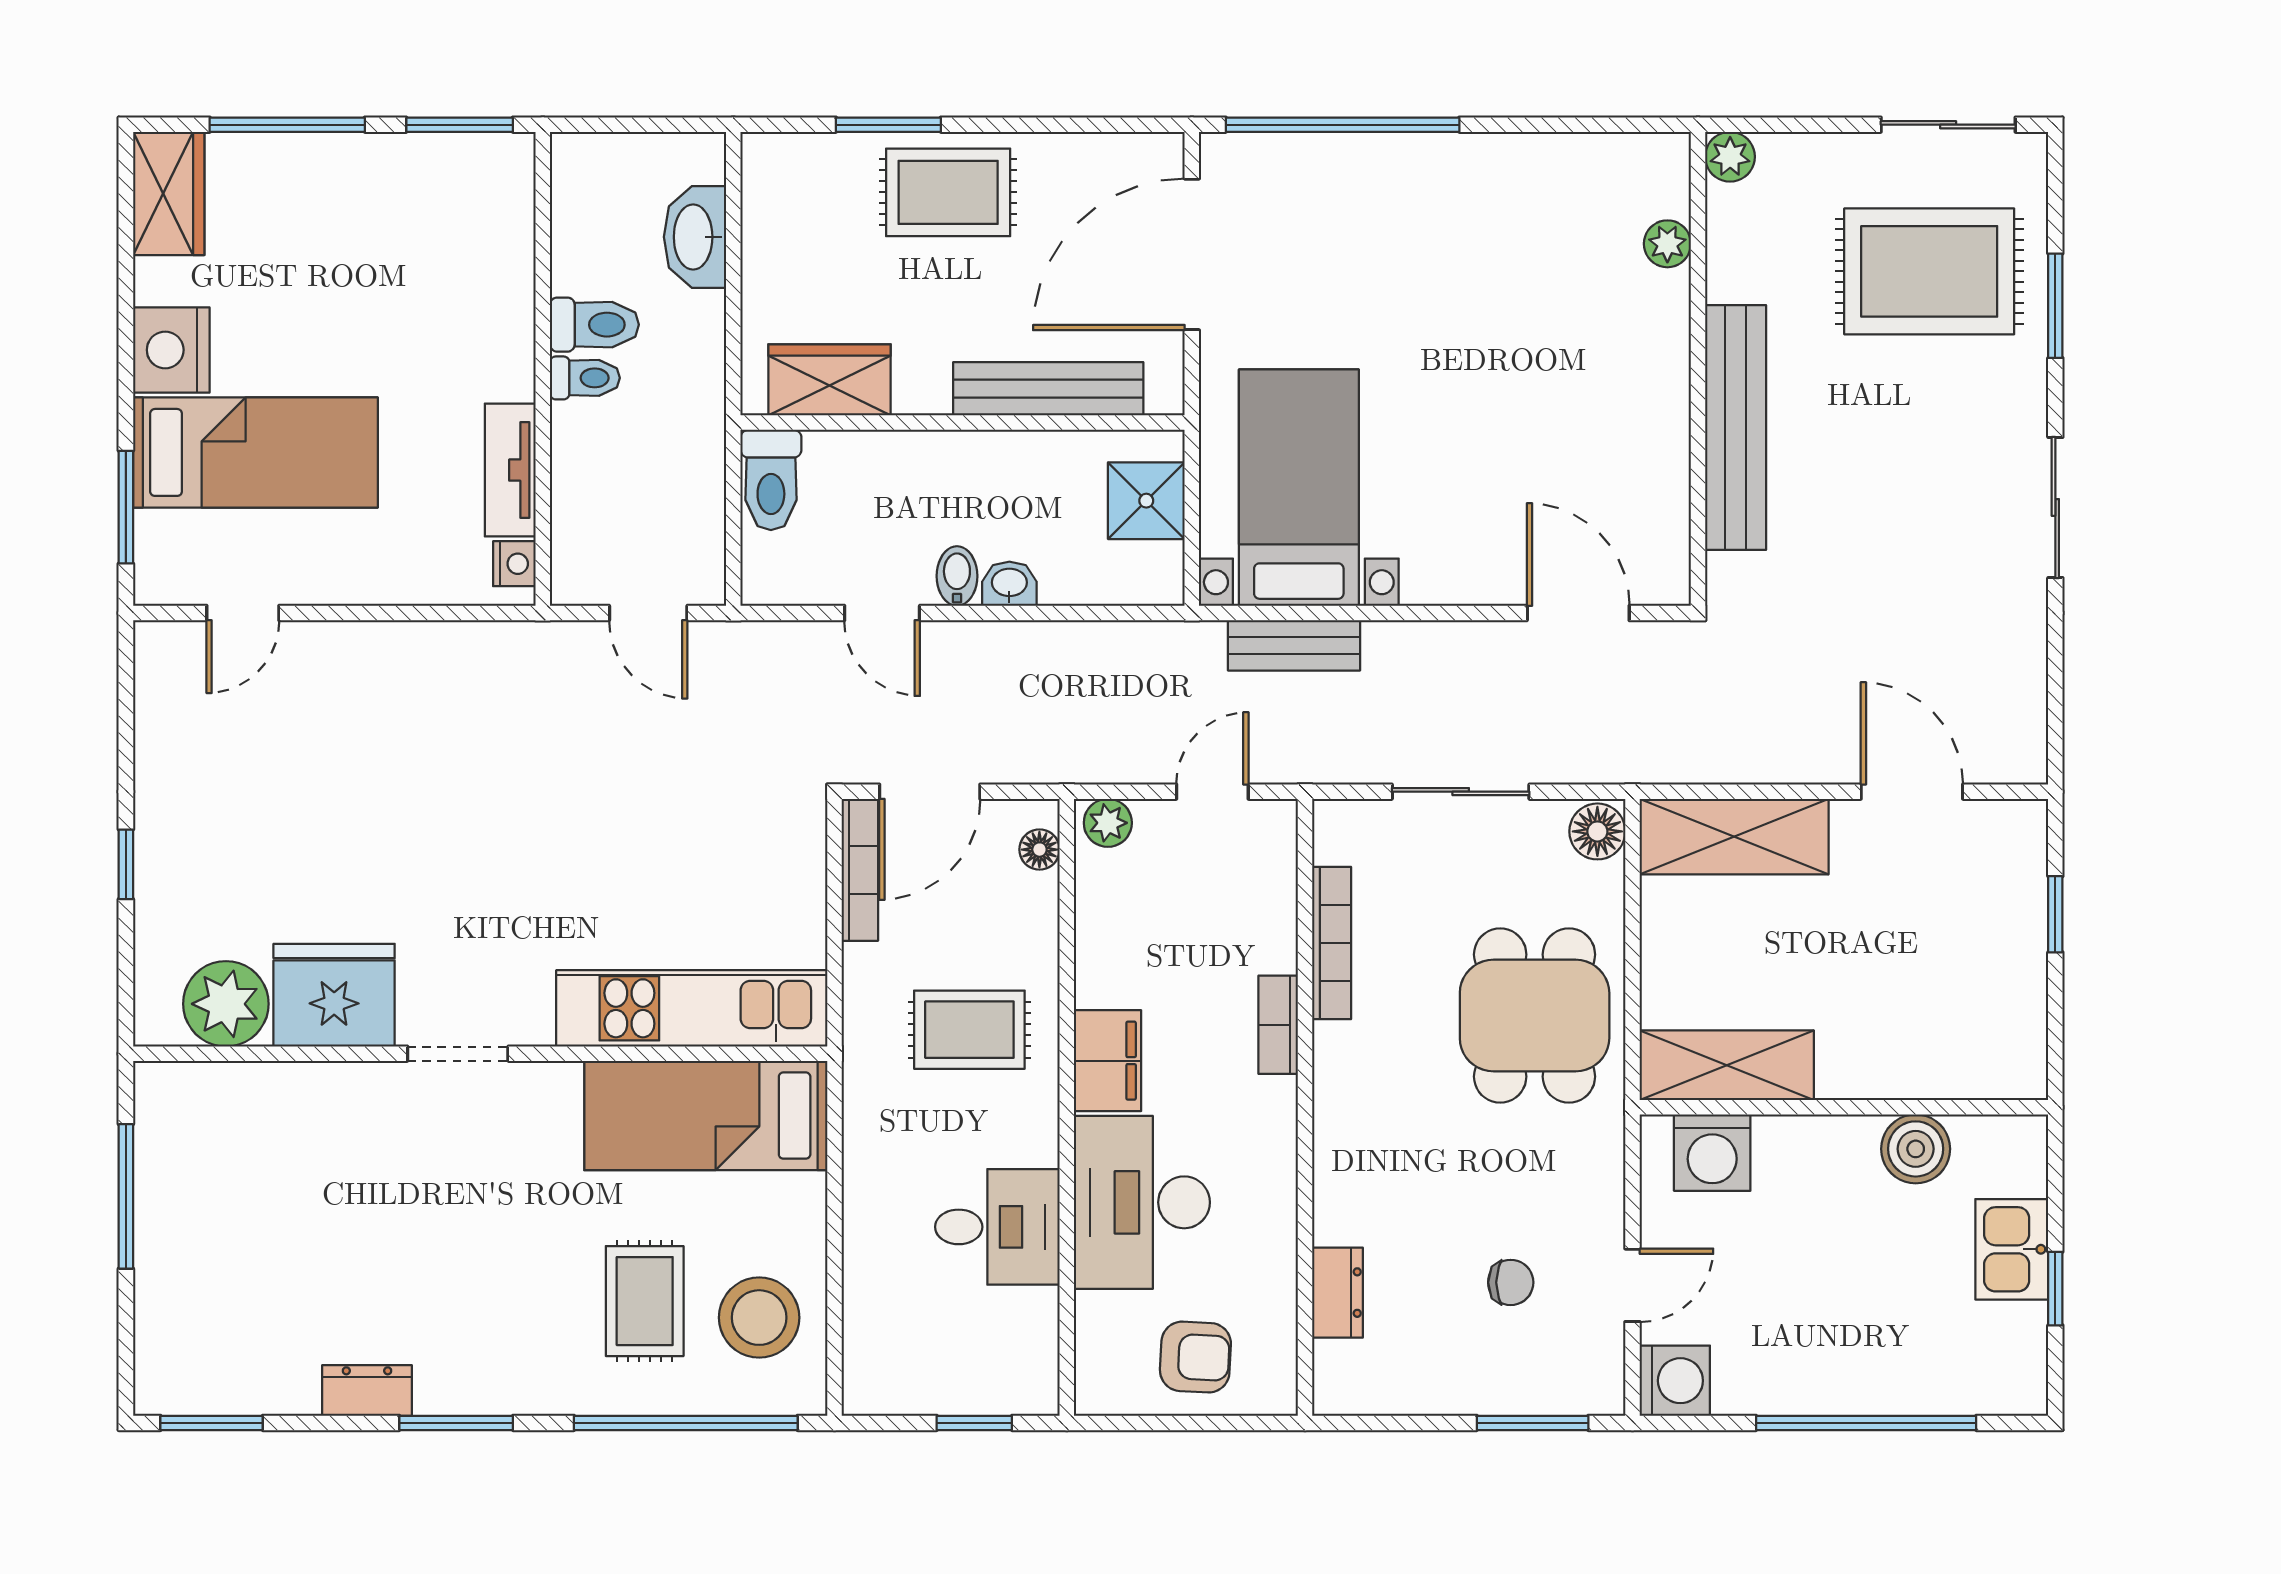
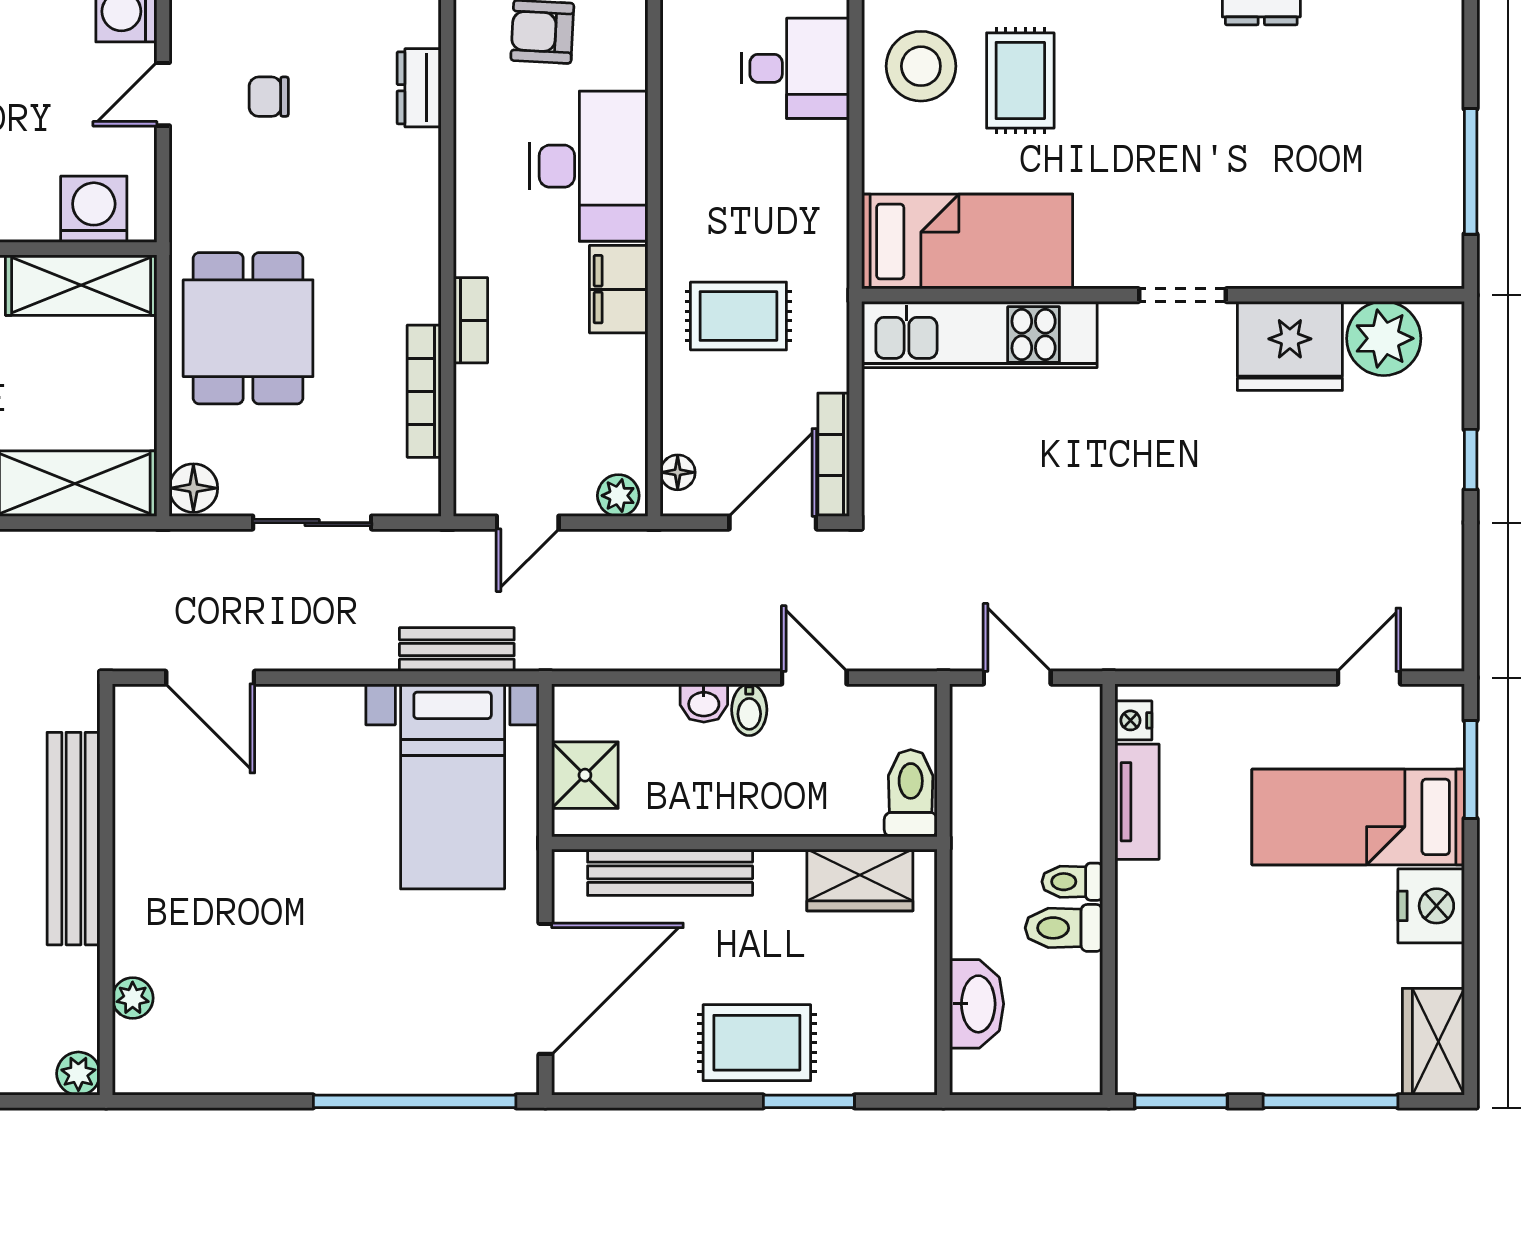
desk: (997, 1227) -> (795, 68), moved, turned 180

